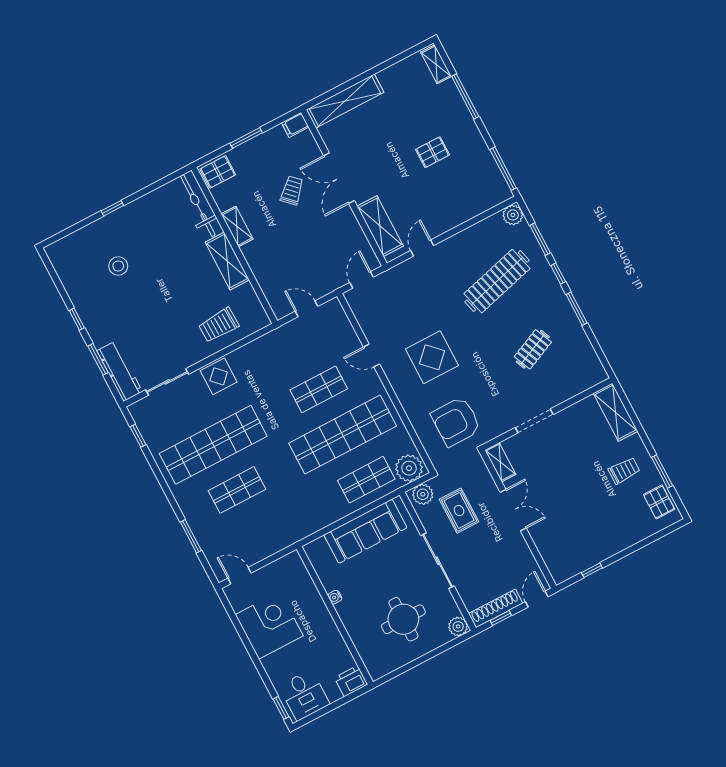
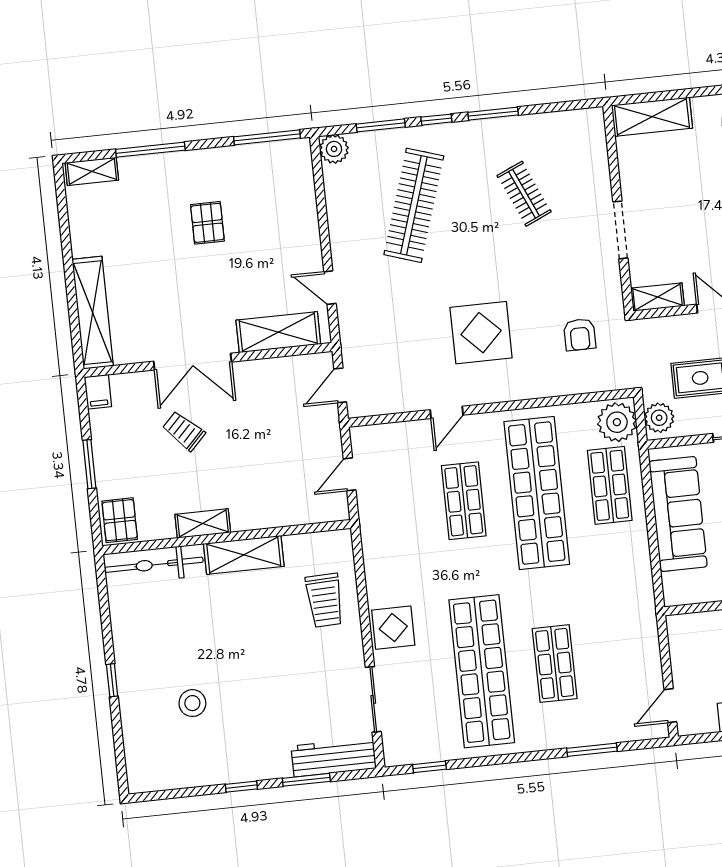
door: (362, 280) -> (340, 385), hinge flipped
clothes rail: (497, 281) -> (414, 205), turned 33
armchair: (456, 422) -> (580, 335), width x0.53, depth x0.53

